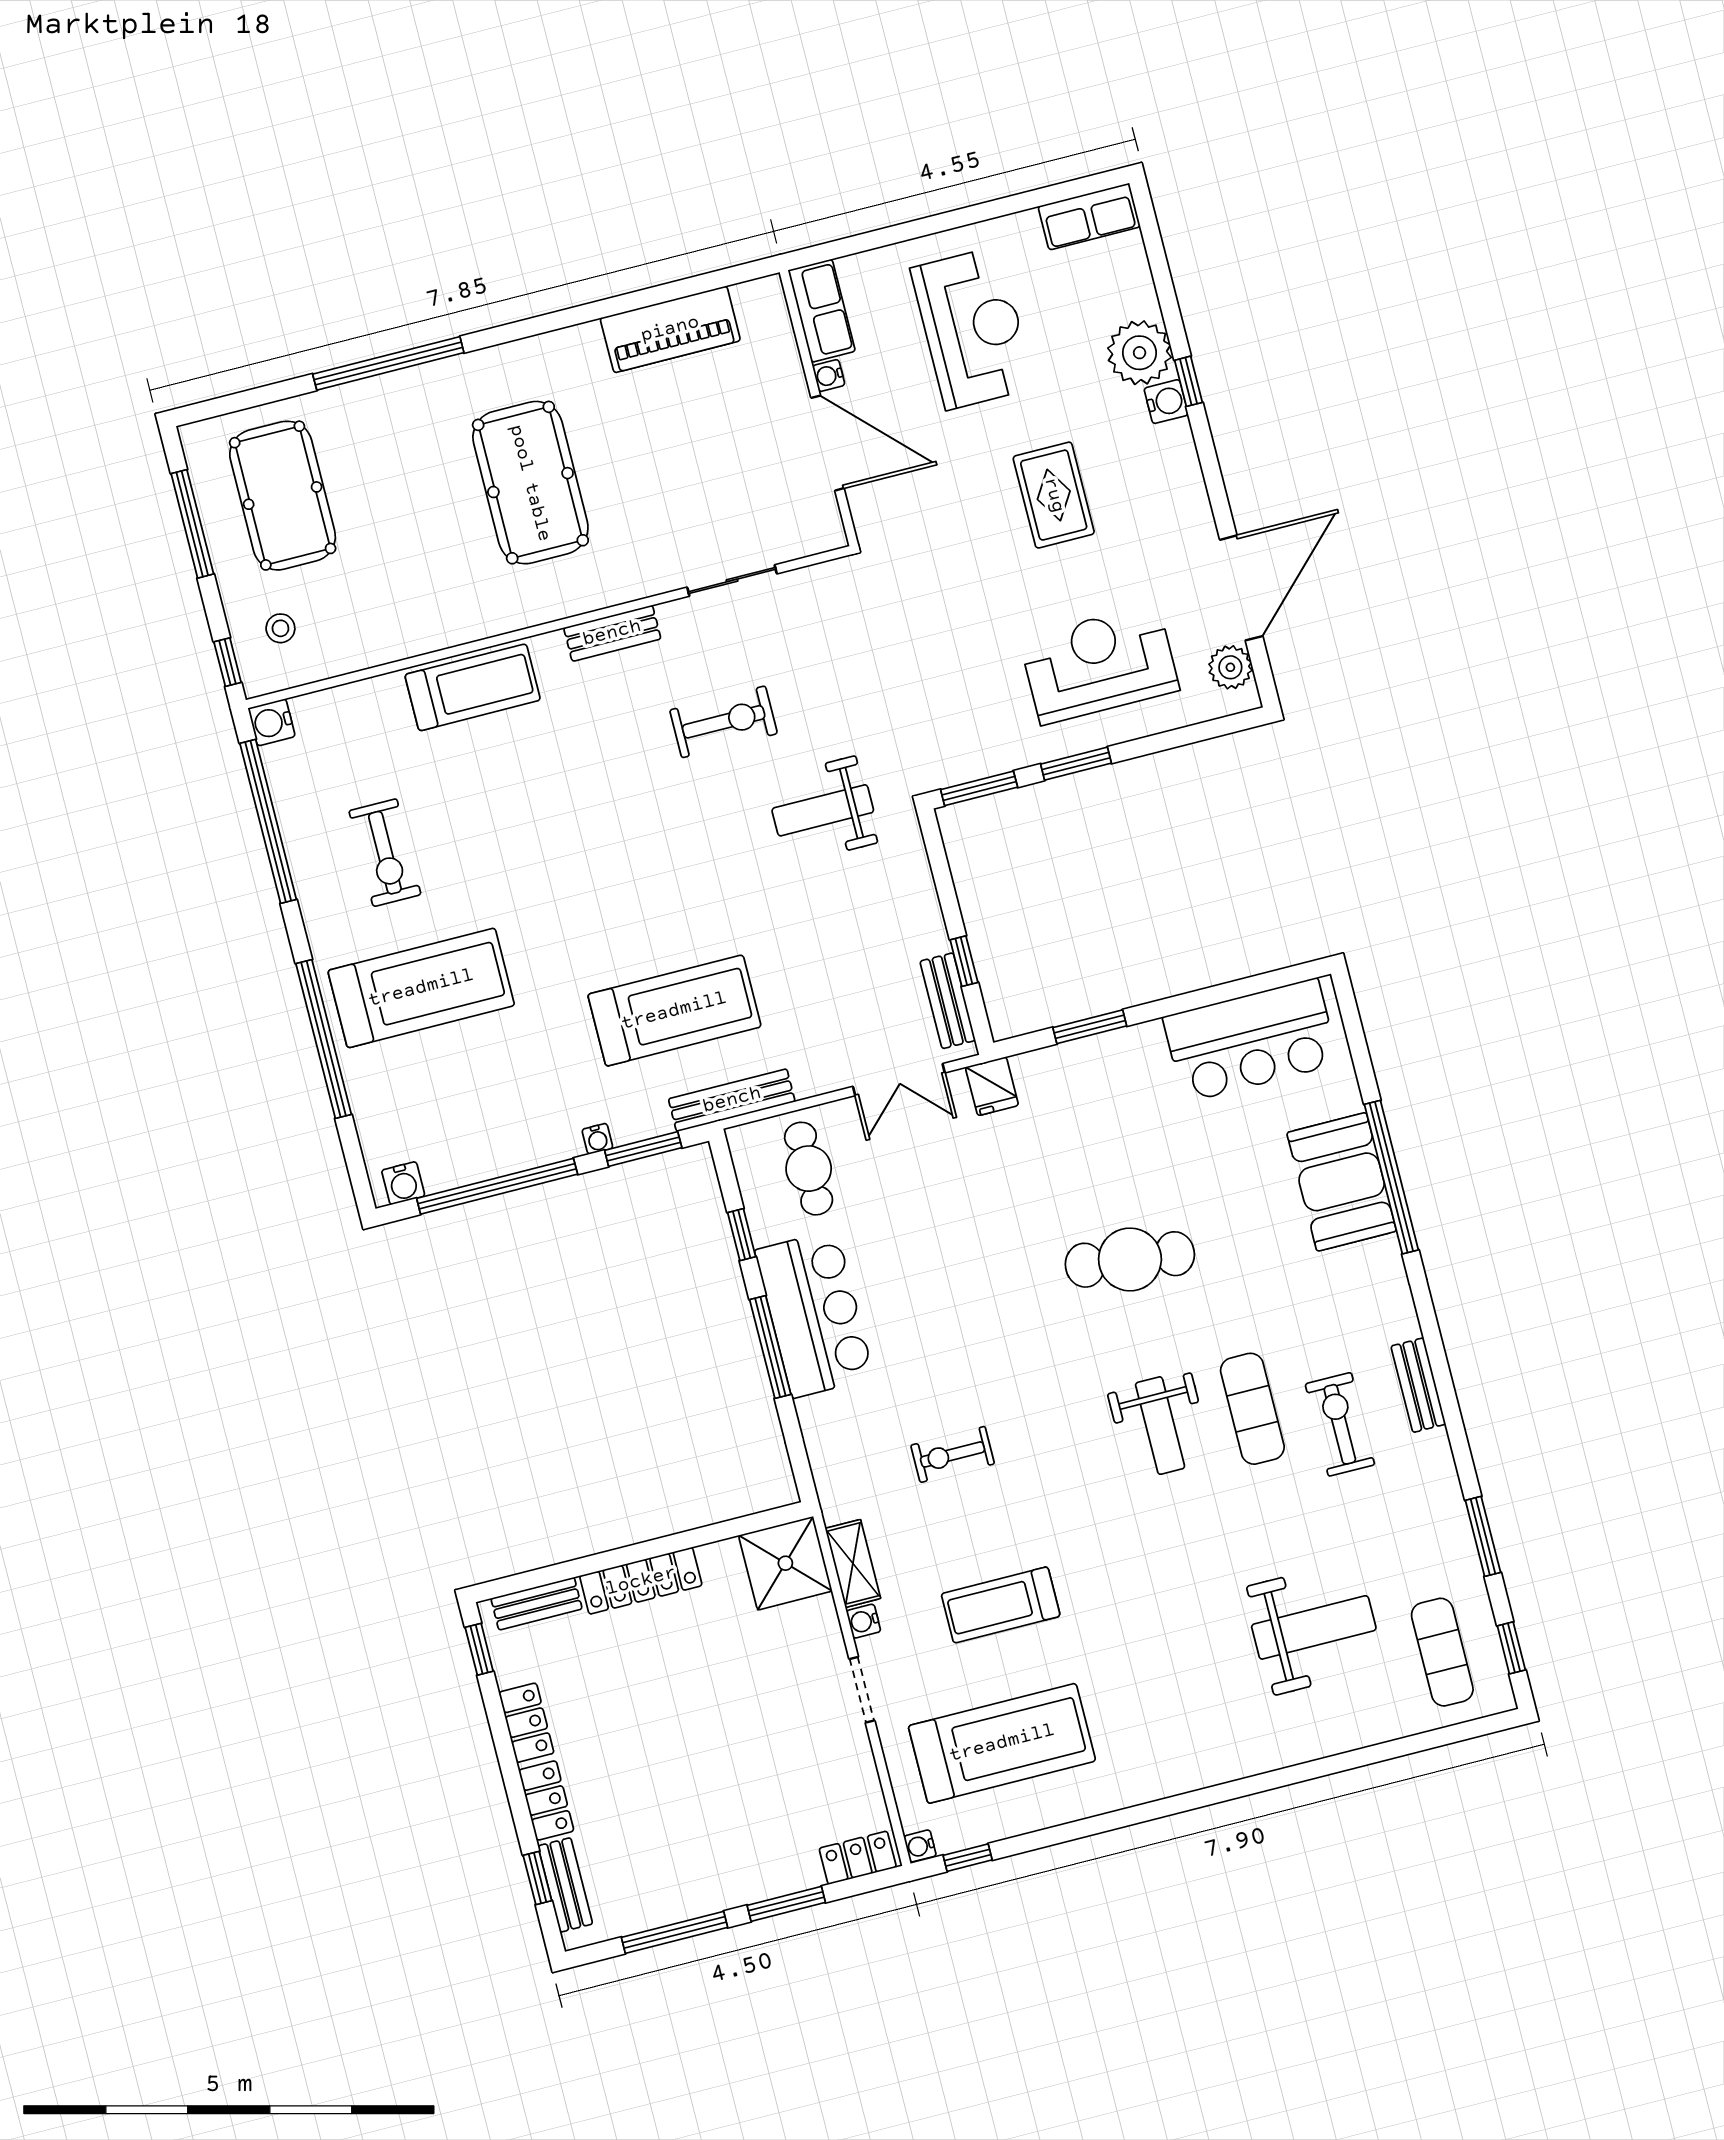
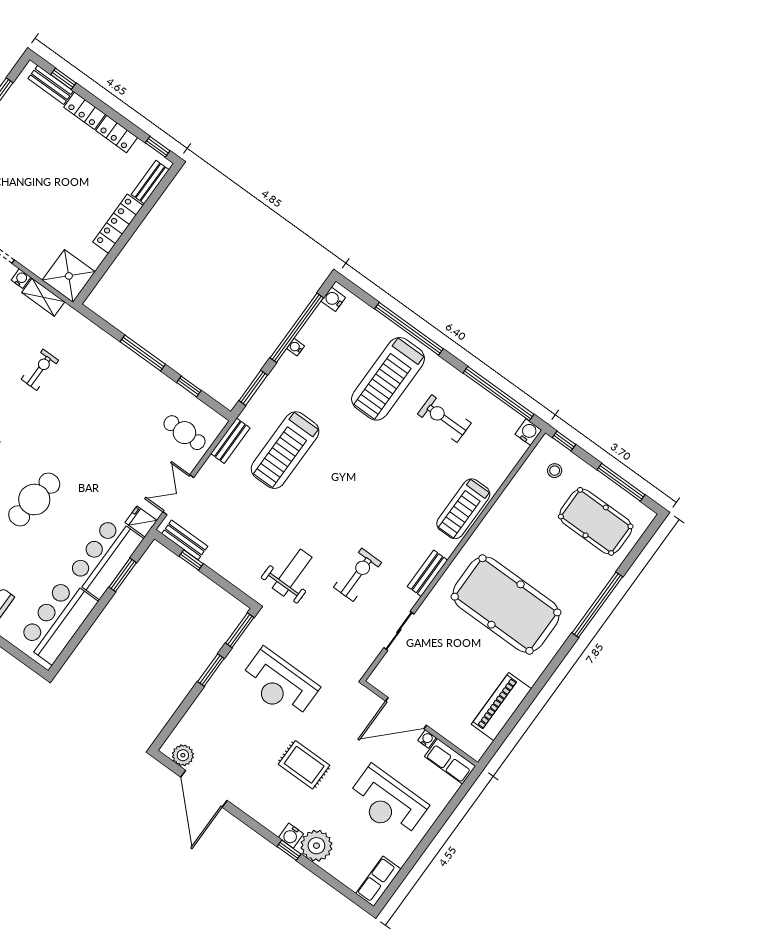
pool table: (530, 483) -> (506, 605), width x1.36, depth x1.32
reception desk: (1099, 664) -> (279, 684), moved, turned 90
exercise bike: (724, 722) -> (357, 575), turned 180
bench: (732, 1100) -> (230, 441), width x0.73
water cooler: (597, 1139) -> (296, 347), moved
bar counter: (814, 1314) -> (105, 557), moved, turned 90

